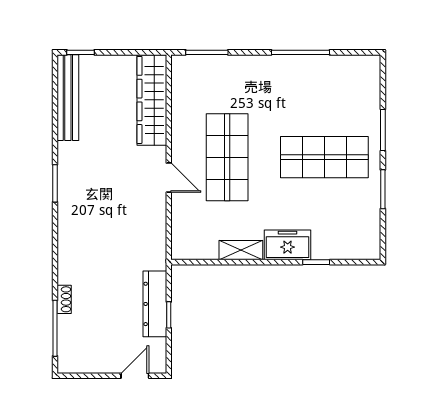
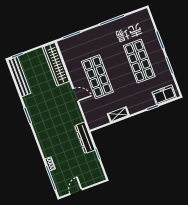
shop shelf: (324, 157) -> (139, 61), turned 90
freezer: (288, 245) -> (164, 95), moved
dresser: (155, 304) -> (85, 138), moved
door: (135, 376) -> (76, 192), moved

